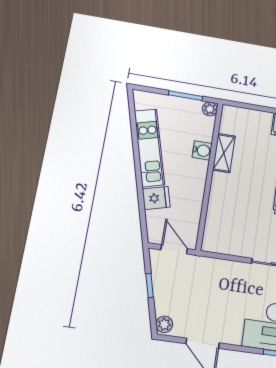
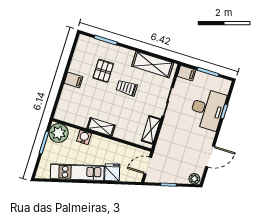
plant: (210, 109) -> (59, 133), width x1.88, depth x1.88
shelving: (224, 153) -> (101, 127), moved
shelving: (228, 246) -> (151, 130), added

